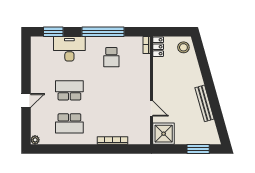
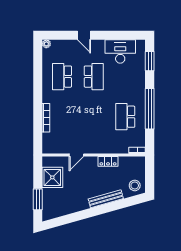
locker: (158, 47) -> (108, 161), moved
desk: (69, 49) -> (120, 51), moved, turned -90
school desk: (111, 57) -> (125, 117), width x1.85
bench: (205, 103) -> (106, 199), moved
shower: (164, 134) -> (52, 177), moved

